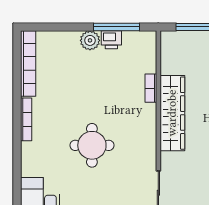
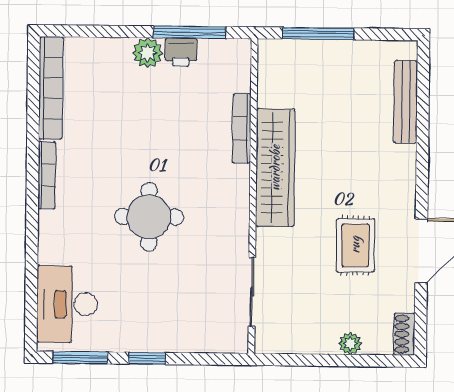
bookcase: (151, 88) -> (242, 128), width x1.56

